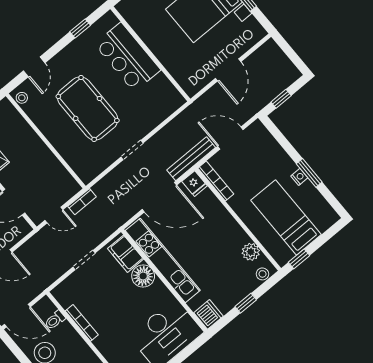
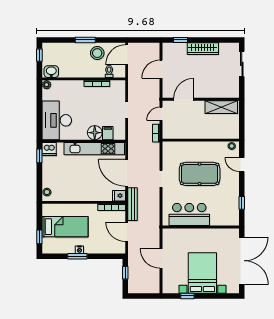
bar counter: (128, 57) -> (189, 214), moved
door: (230, 138) -> (127, 232), swing flipped
door: (159, 197) -> (127, 173), hinge flipped
plant: (251, 252) -> (63, 195), removed
filing cabinet: (126, 254) -> (108, 133), width x0.50
window: (299, 259) -> (39, 237), moved
window: (246, 303) -> (39, 156), moved

